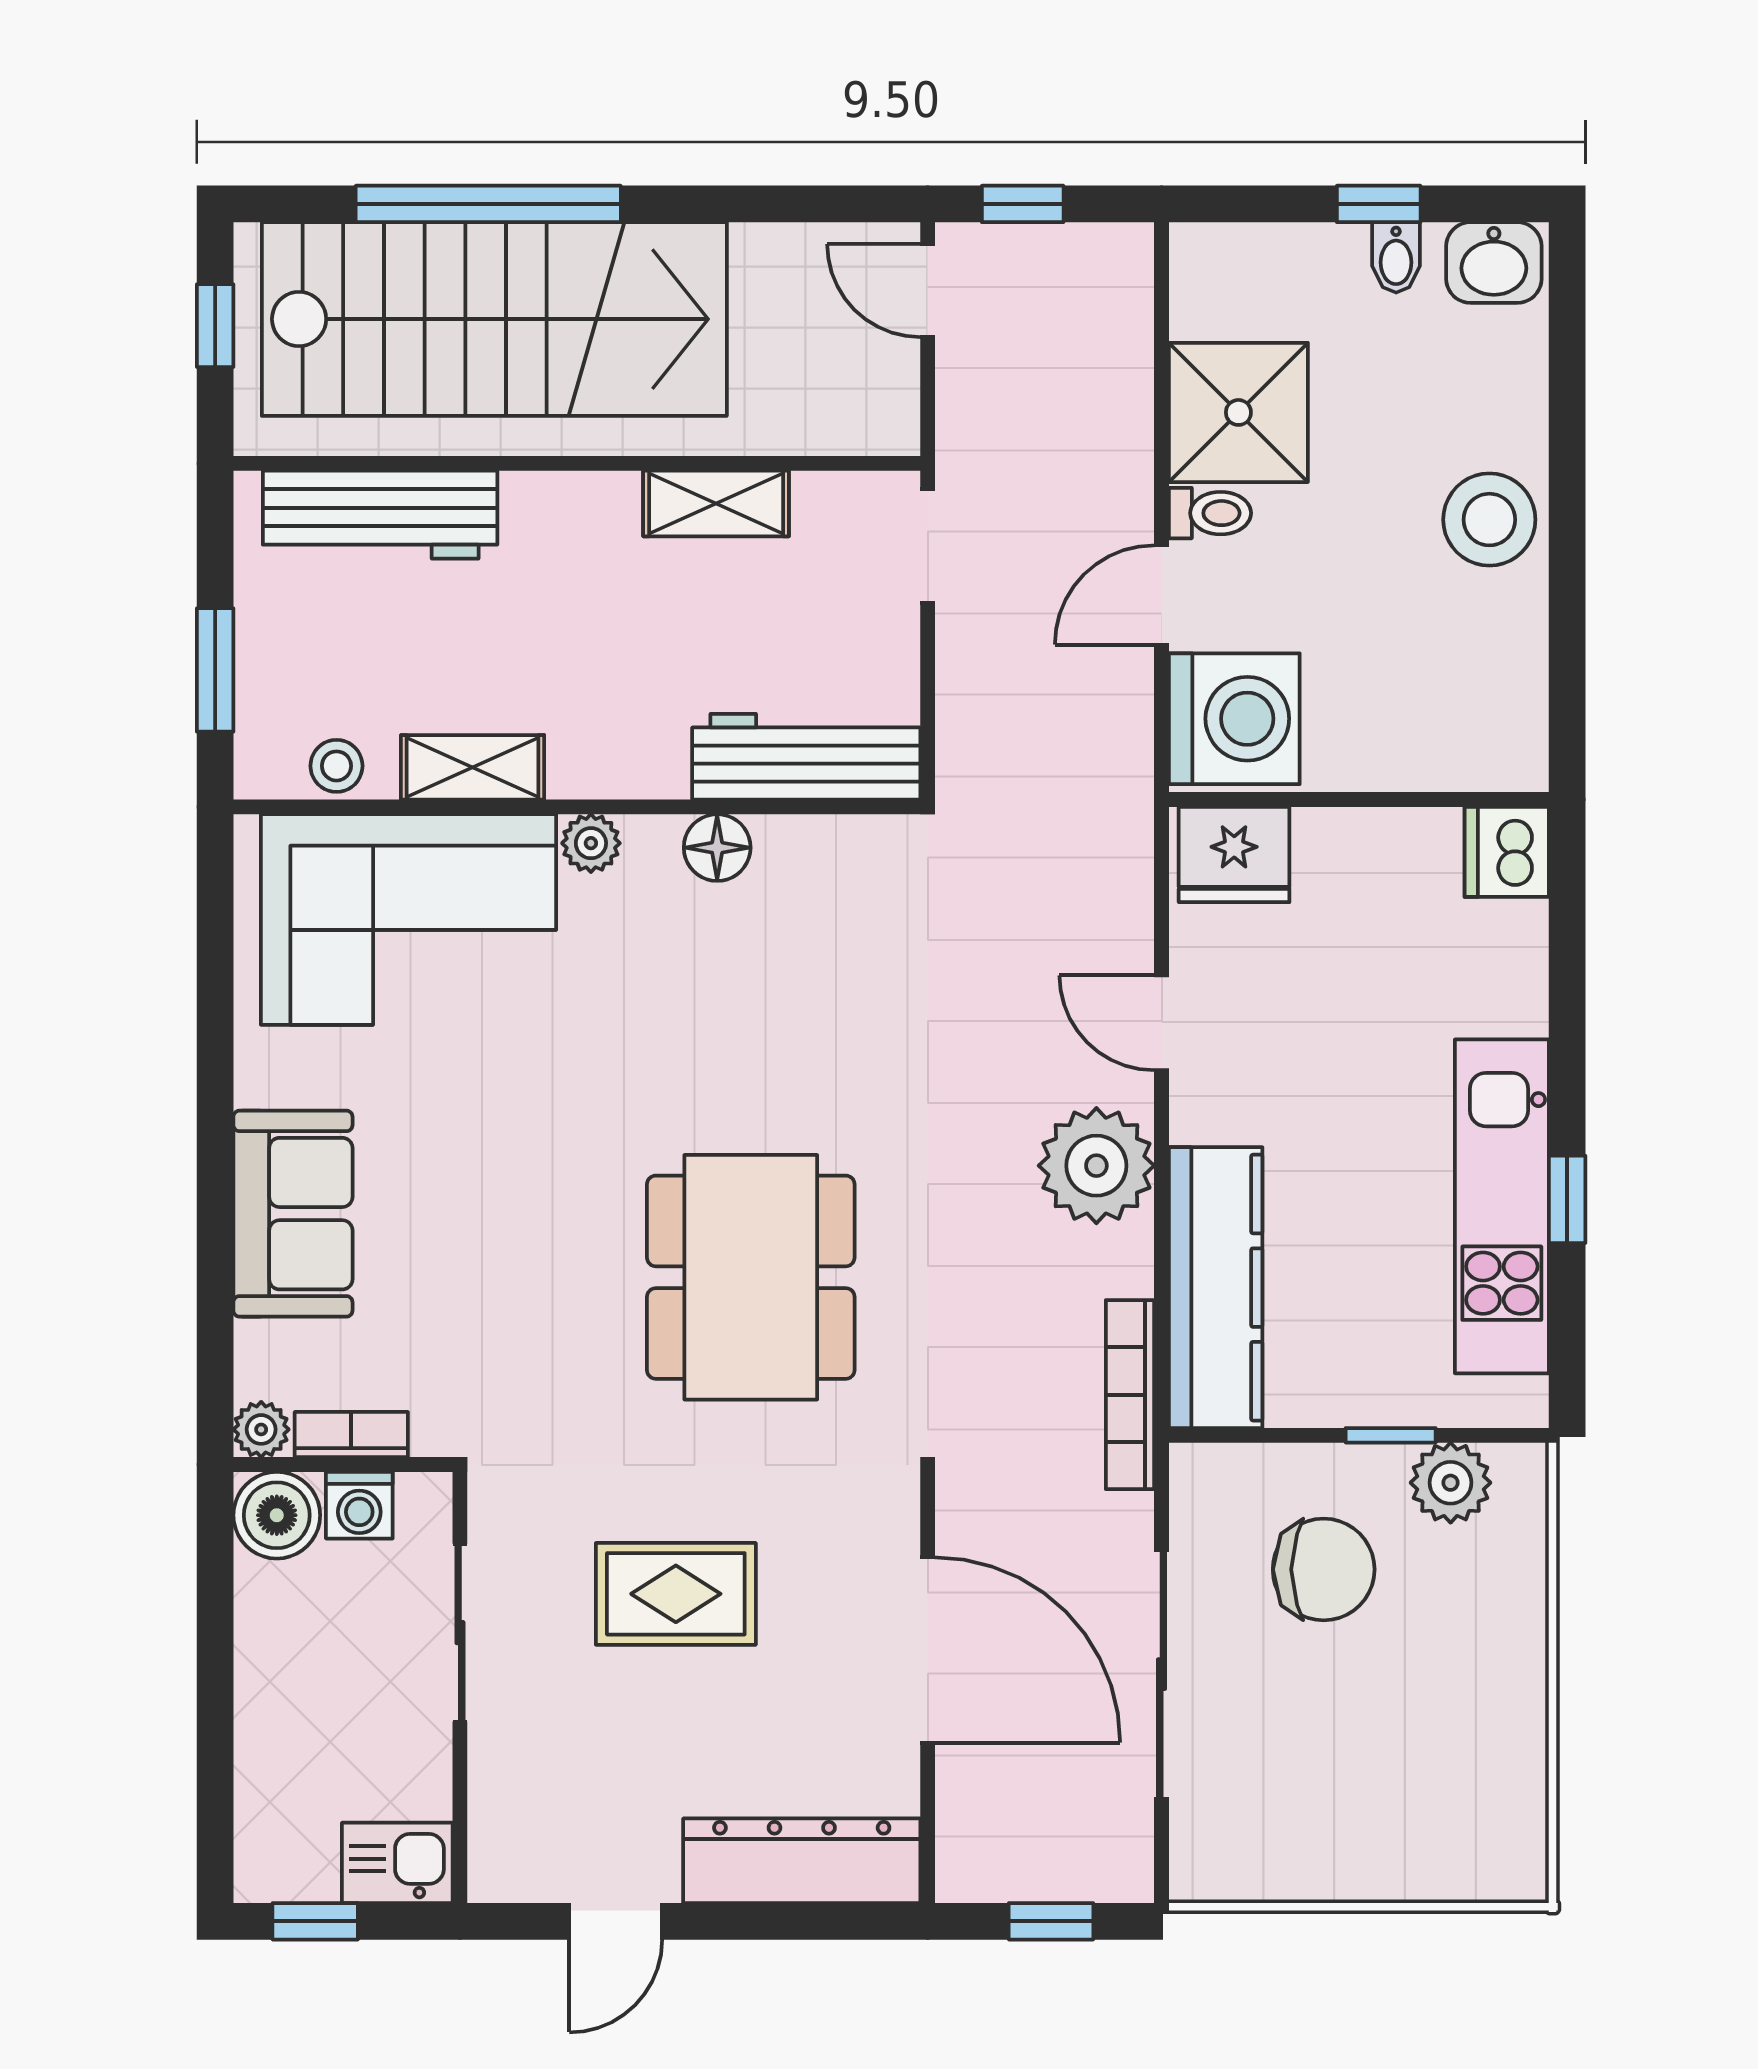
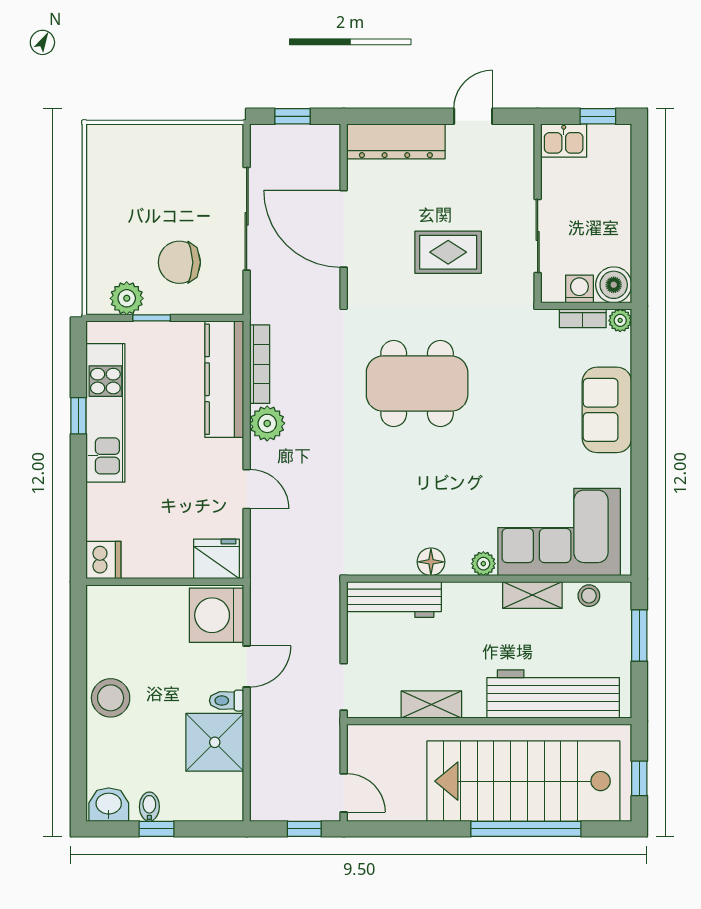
workbench: (380, 515) -> (553, 694), width x1.36, depth x1.32
plant: (1096, 1166) -> (267, 423), width x0.73, depth x0.73
dining table: (751, 1277) -> (417, 384), turned 90
bookcase: (1130, 1395) -> (260, 364), moved

